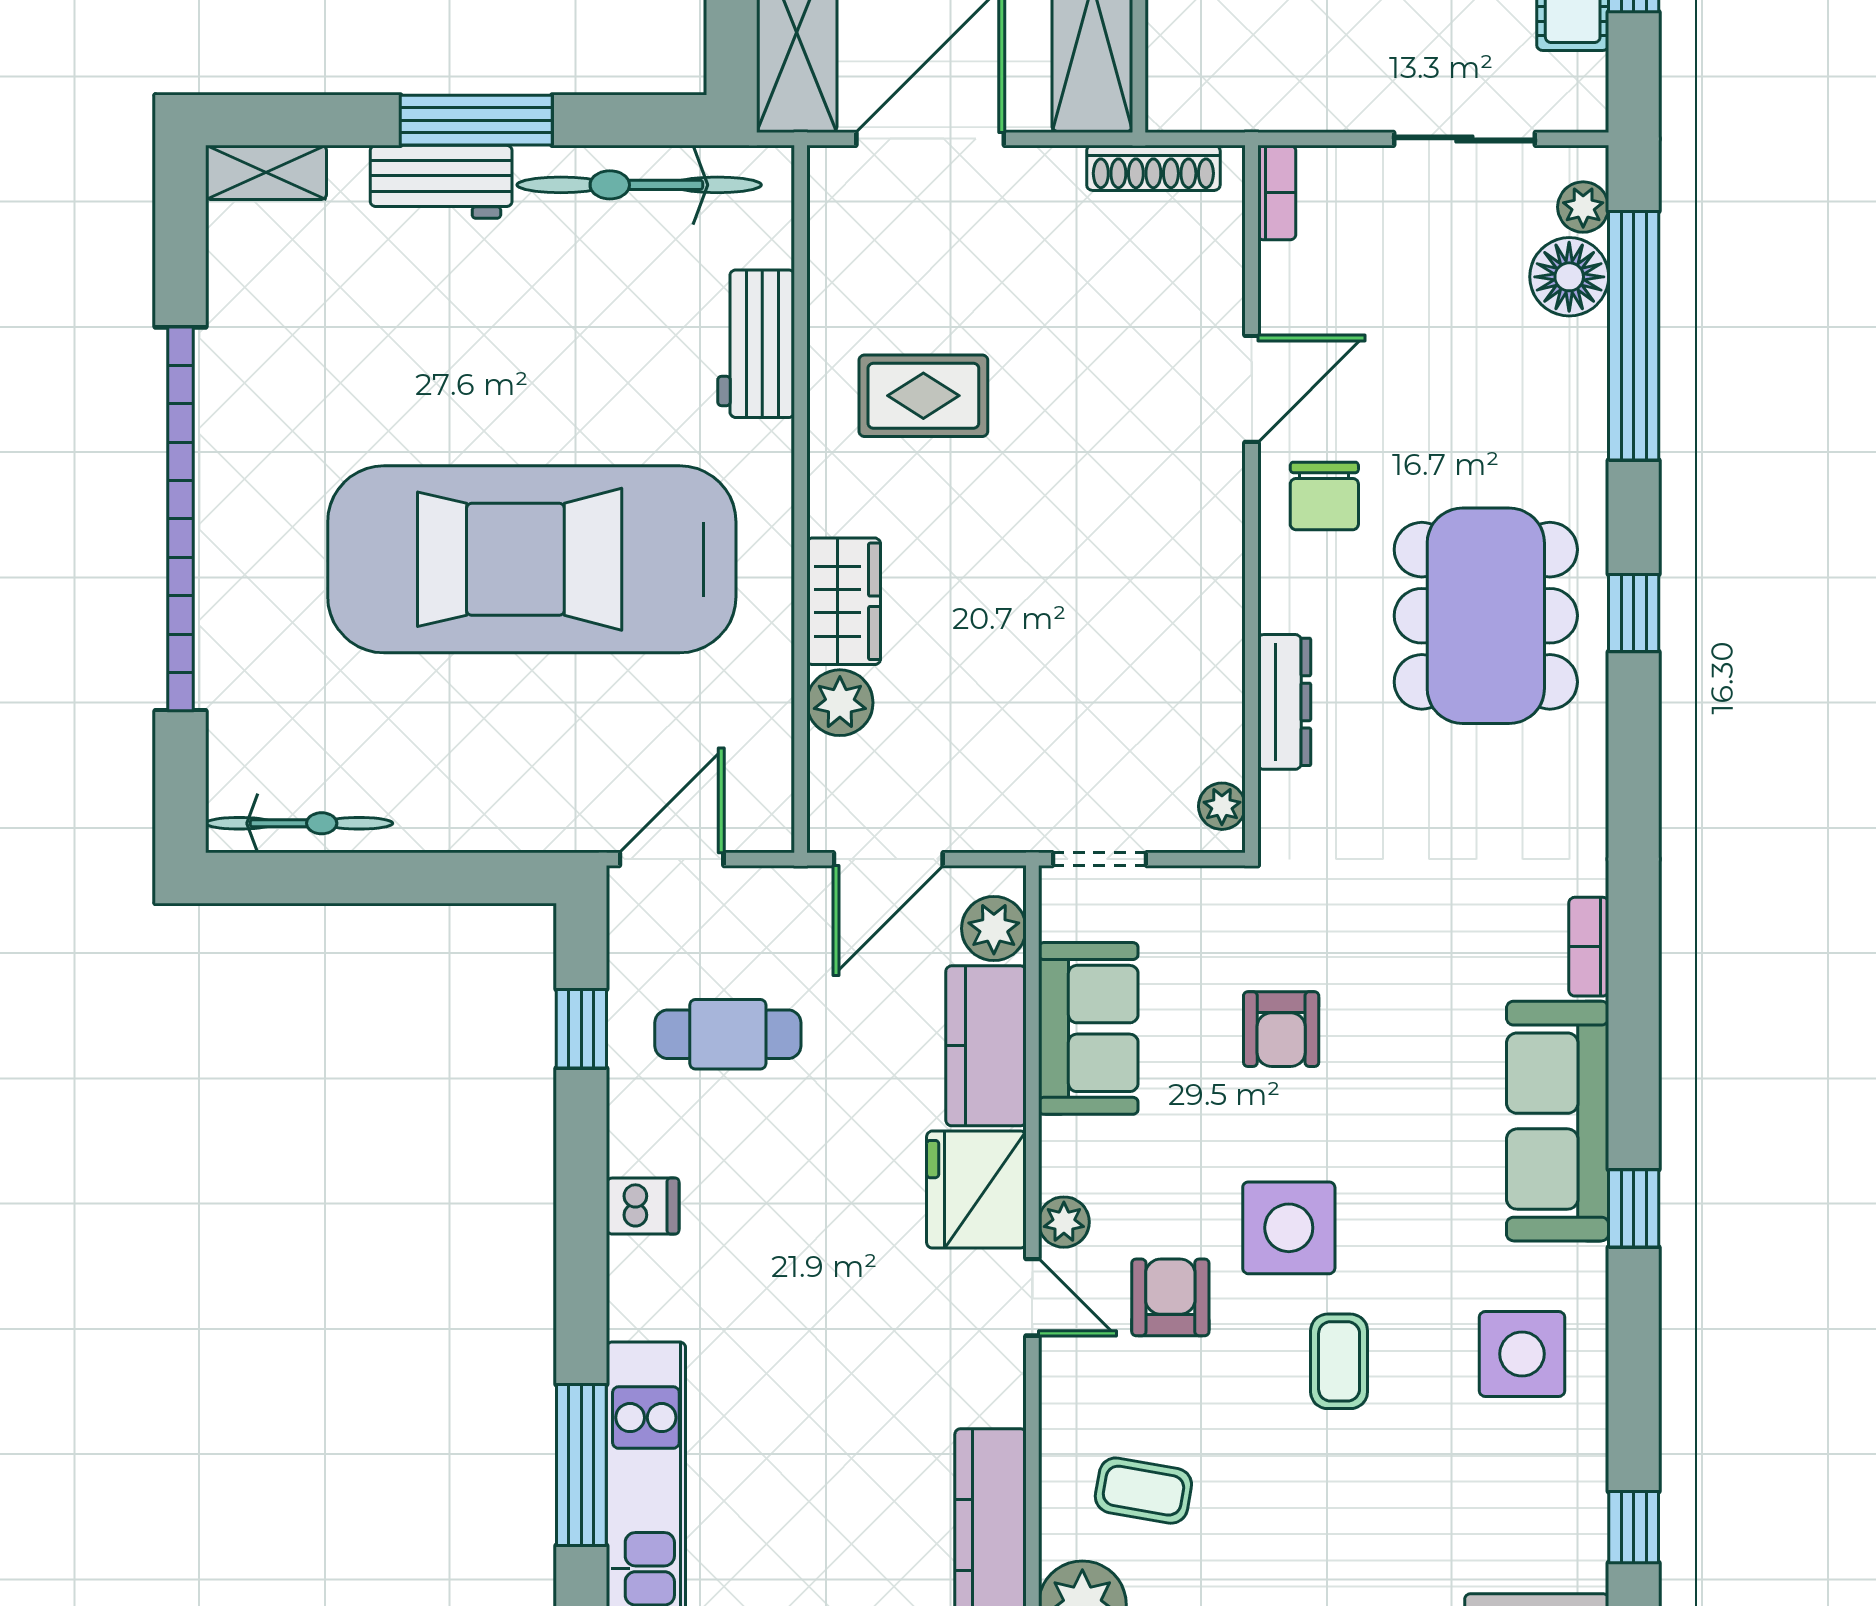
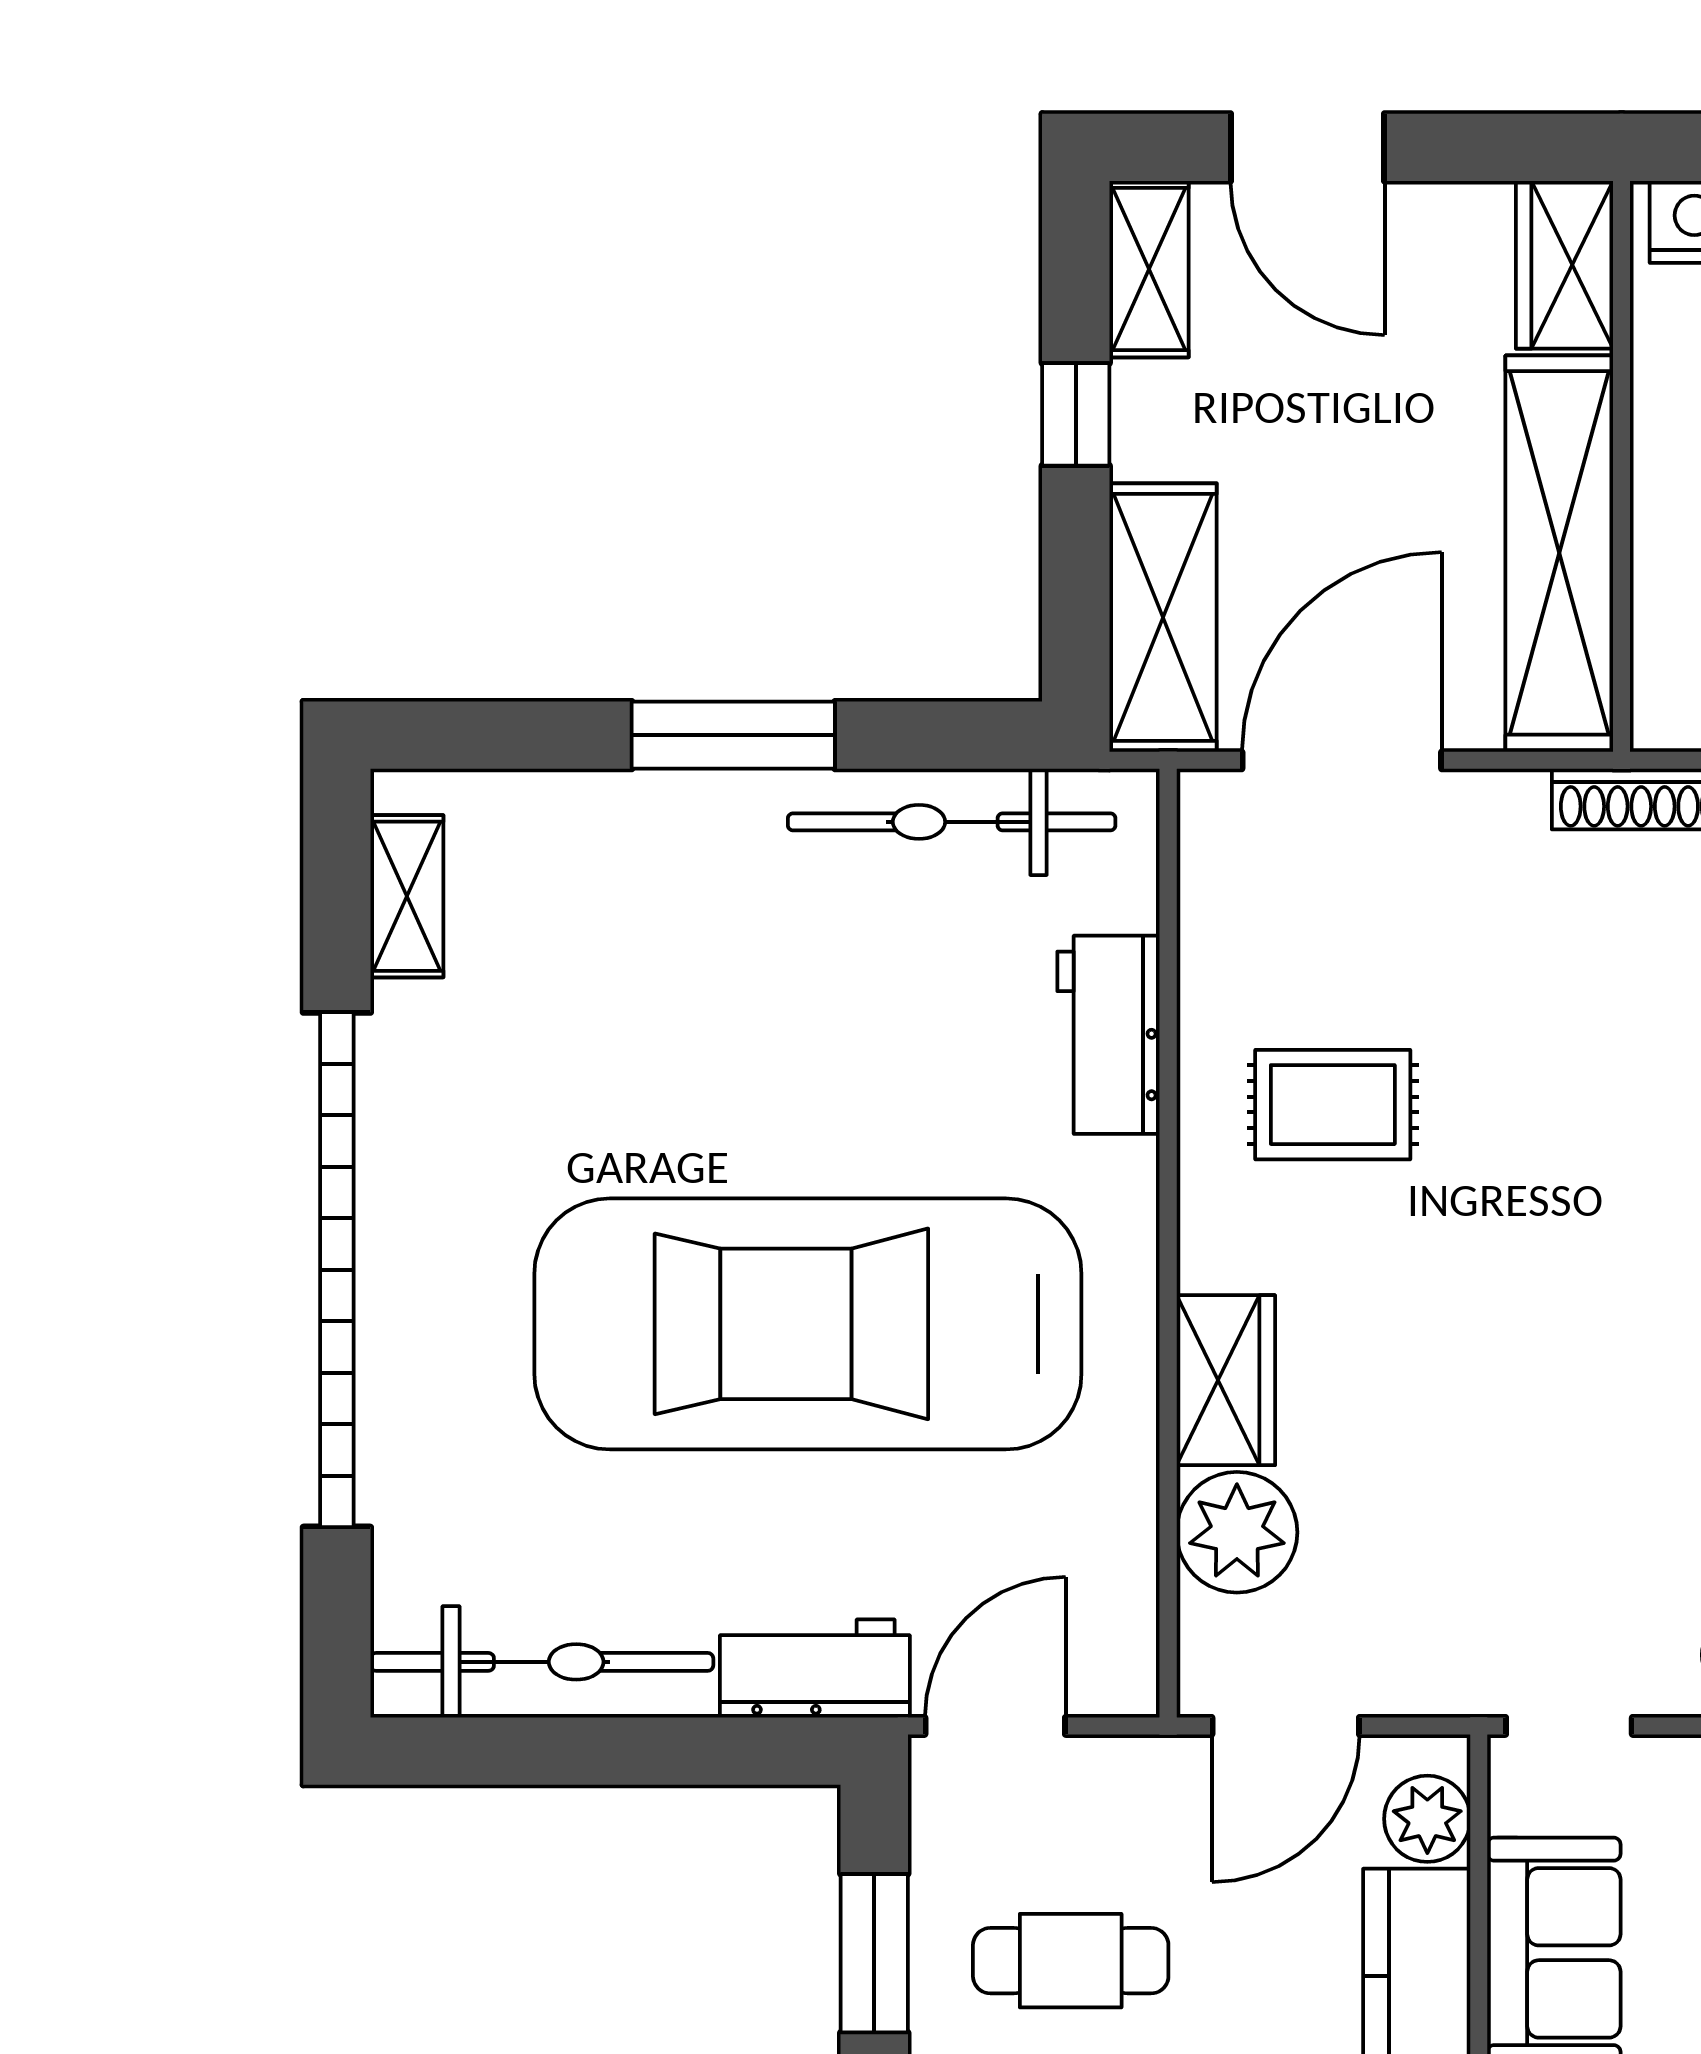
shelving: (266, 172) -> (407, 896), moved, turned 90
workbench: (441, 182) -> (815, 1669), moved, turned 180
plant: (840, 703) -> (1237, 1532), width x1.36, depth x1.36
bicycle: (299, 823) -> (542, 1662), width x1.37, depth x1.40
window: (581, 1029) -> (874, 1953), width x1.50

